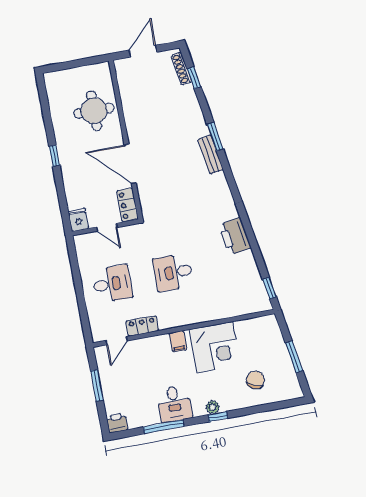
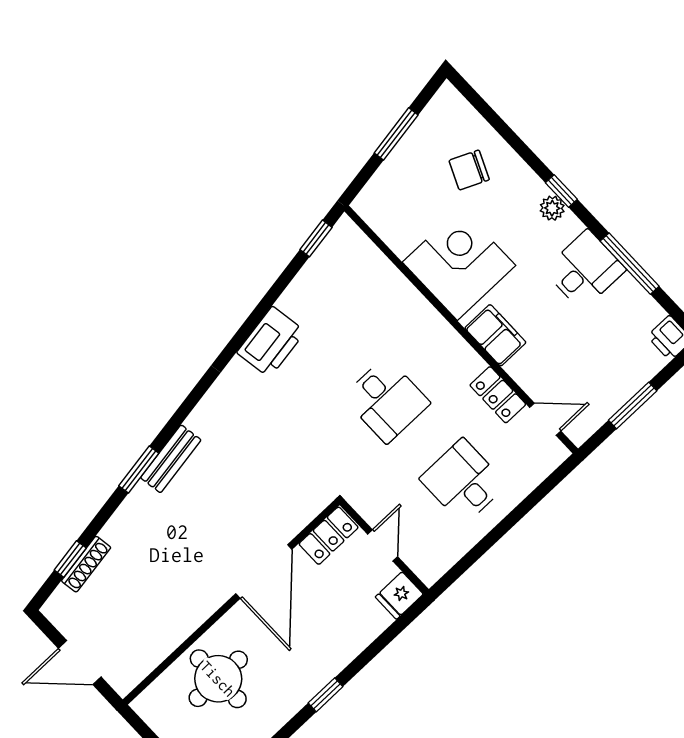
shoe rack: (181, 69) -> (86, 564), moved
filing cabinet: (178, 341) -> (495, 335), width x2.00

